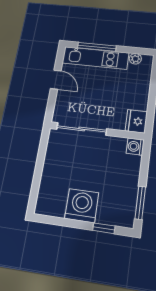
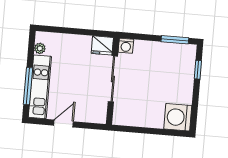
sliding door: (82, 129) -> (113, 79), moved
washing machine: (82, 206) -> (178, 117), moved

